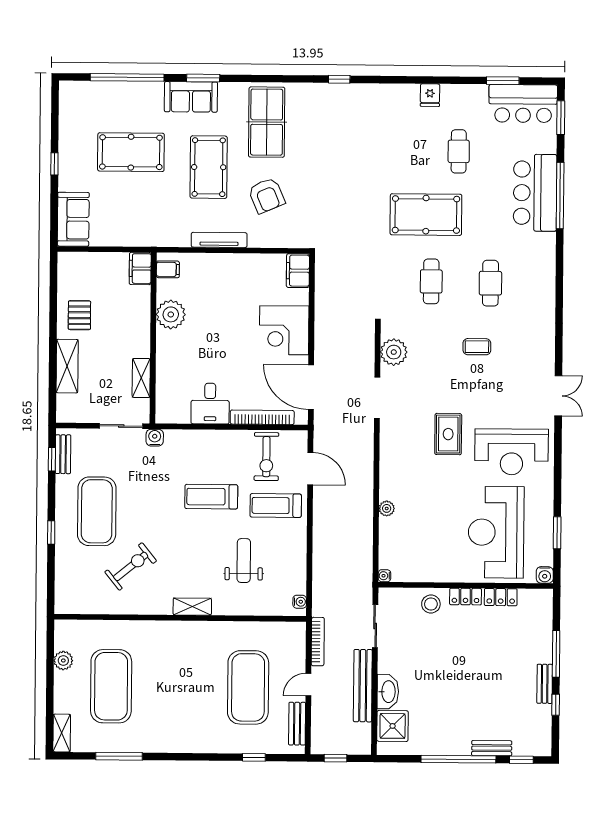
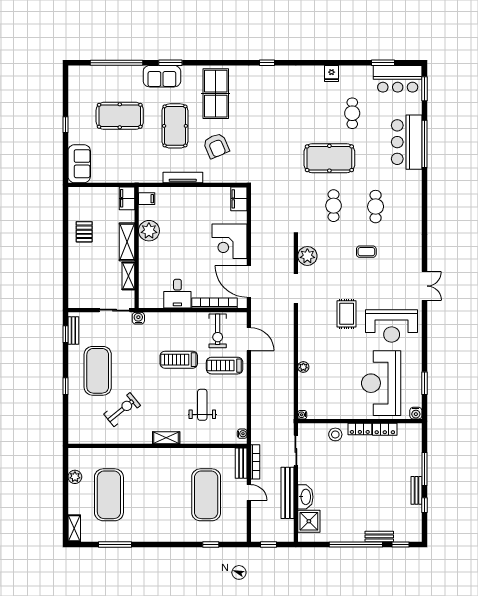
shelving: (67, 366) -> (127, 242), moved
door: (308, 685) -> (249, 493), swing flipped
bench: (297, 724) -> (241, 463), moved

